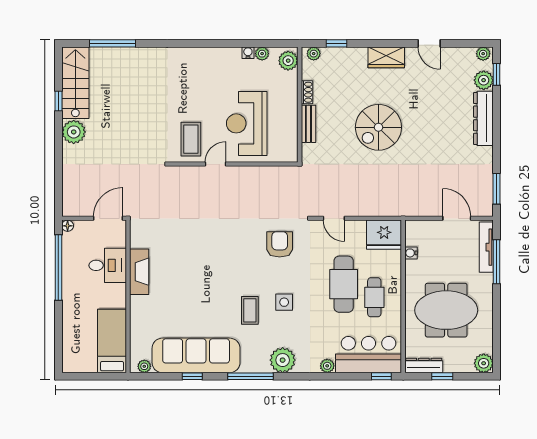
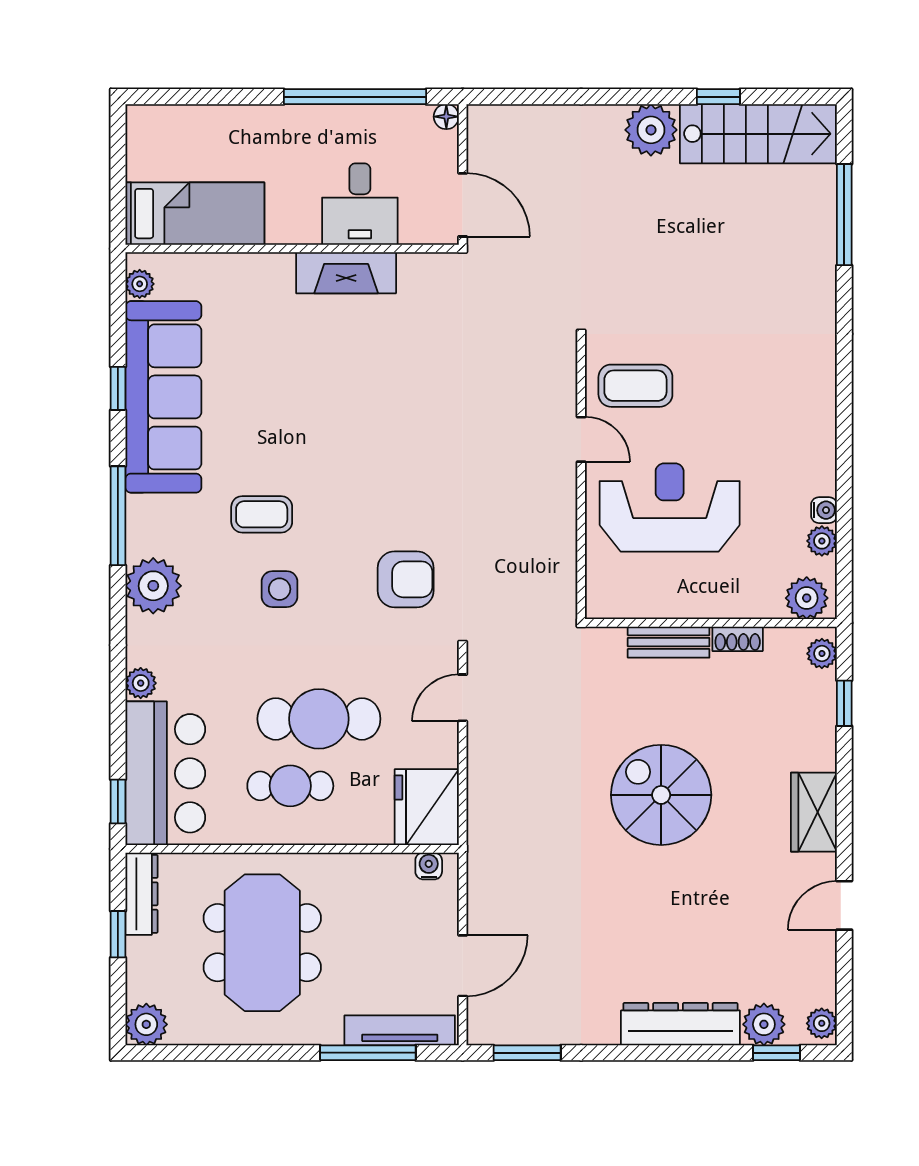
water cooler: (411, 253) -> (429, 866), moved

